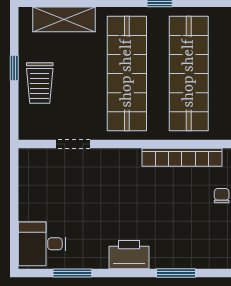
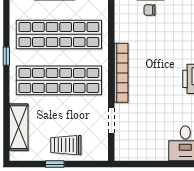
trolley: (40, 83) -> (66, 145), turned 180
bookcase: (182, 157) -> (121, 73), moved

